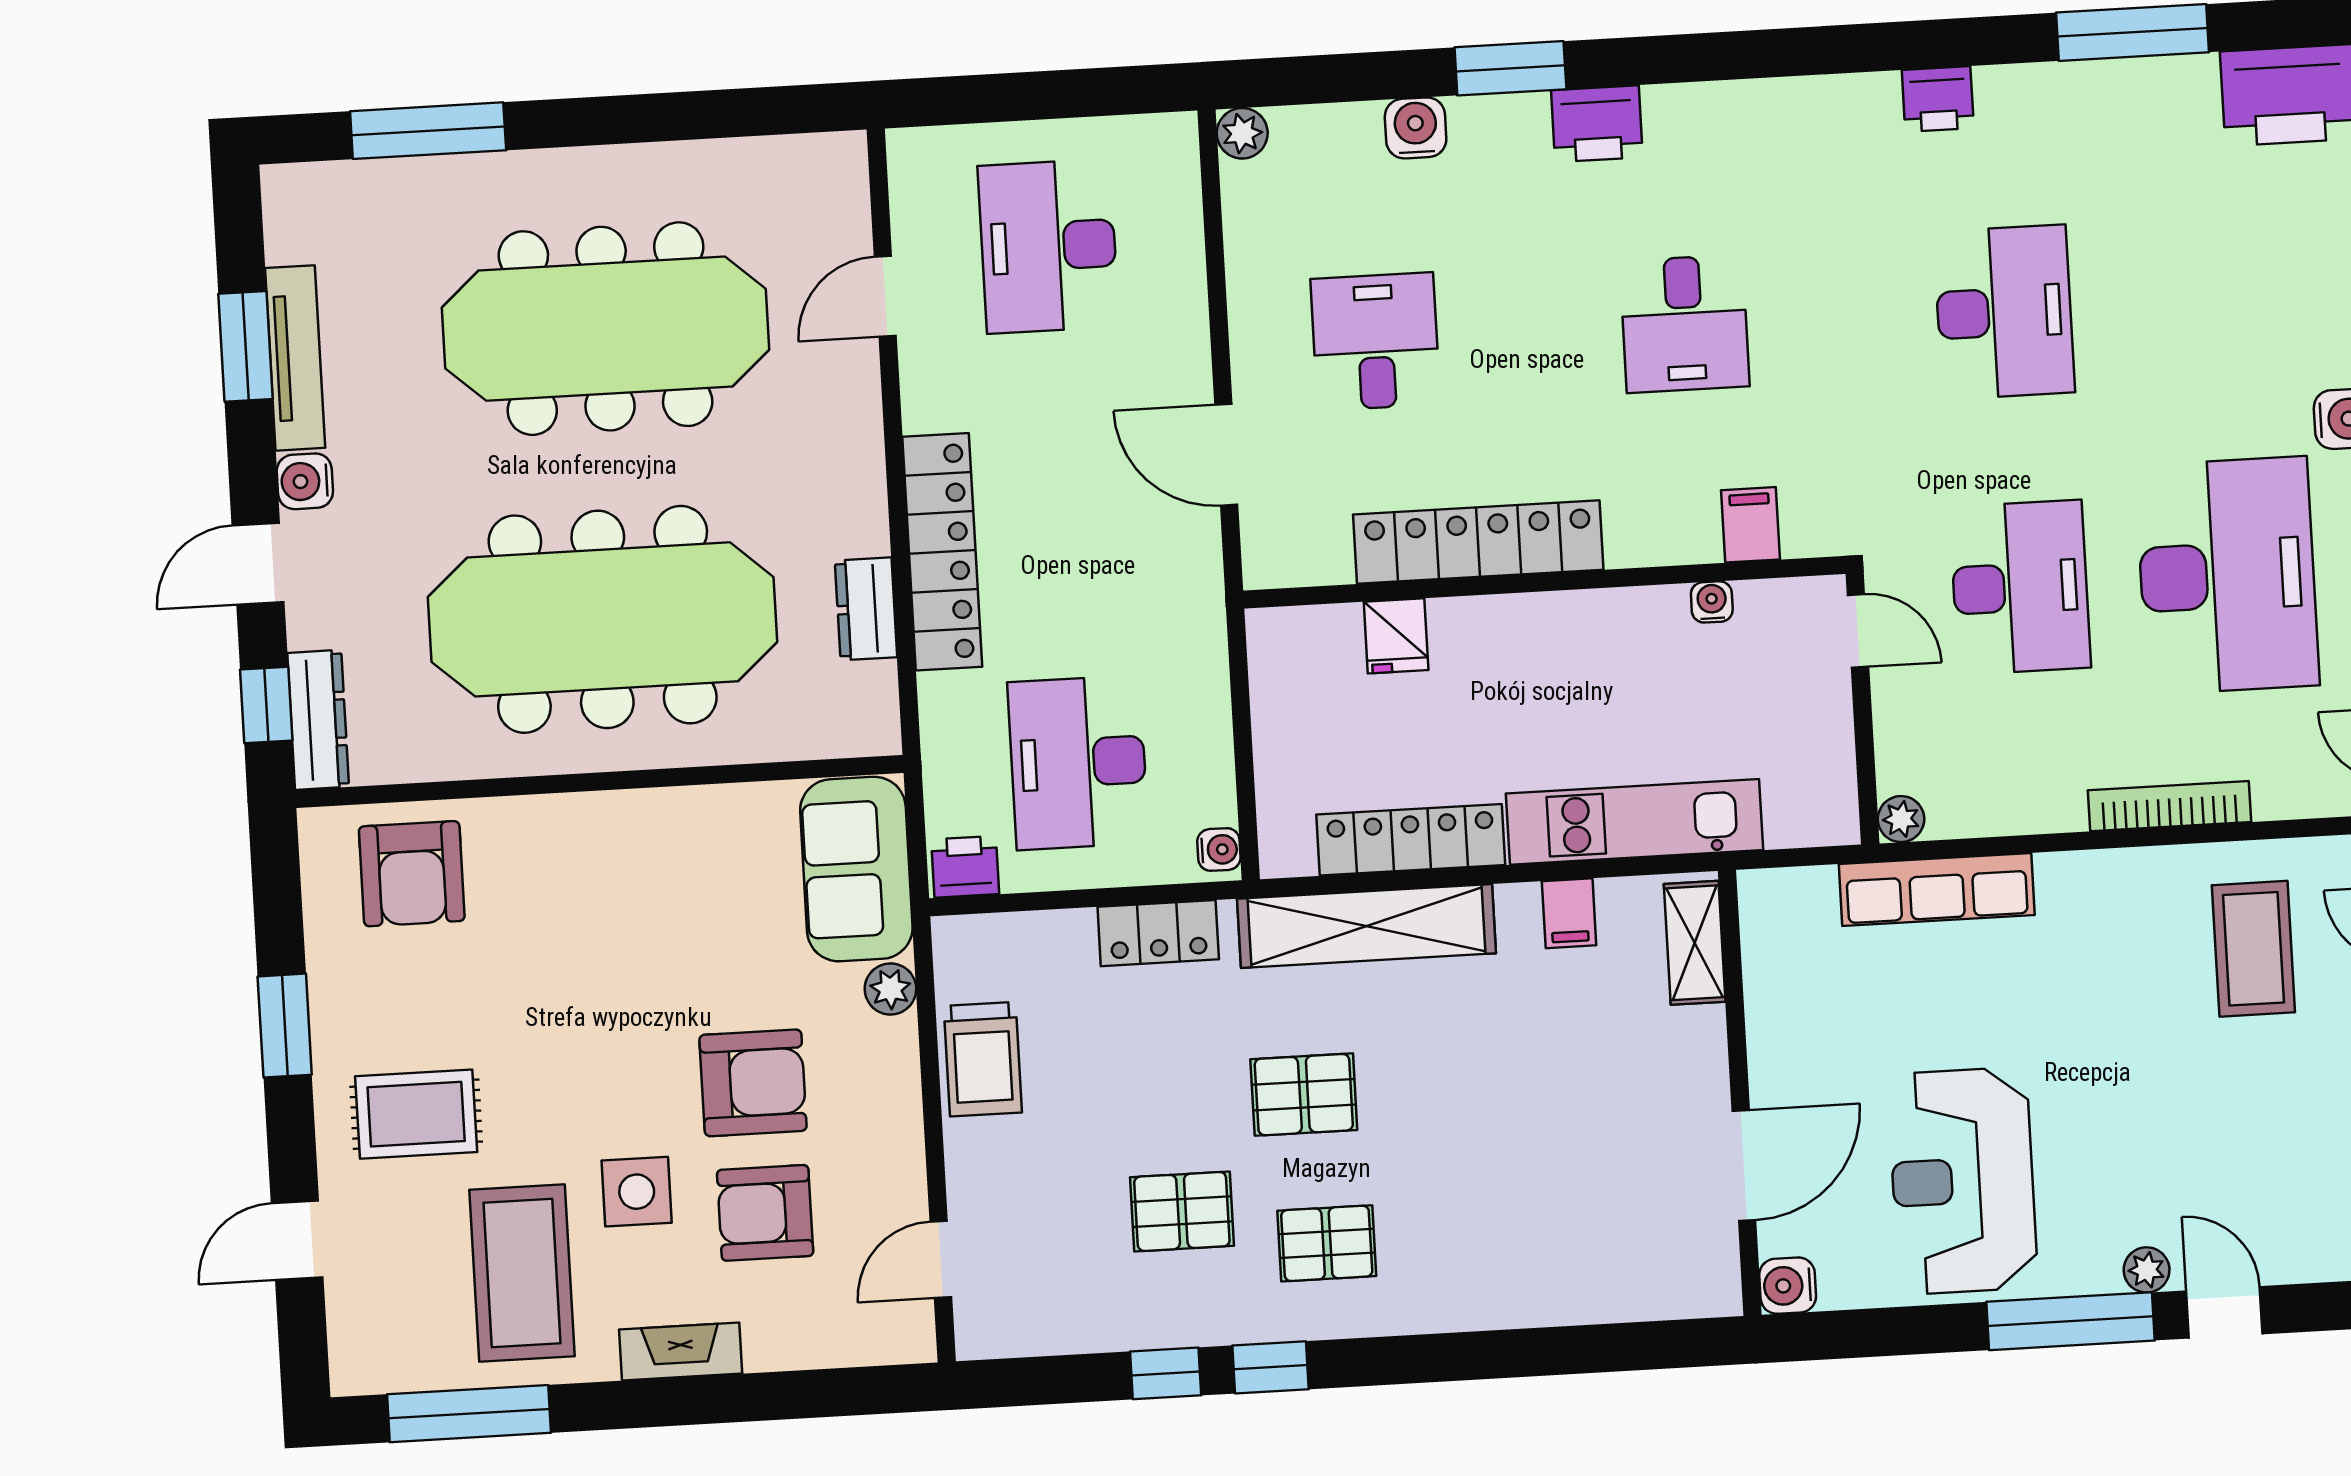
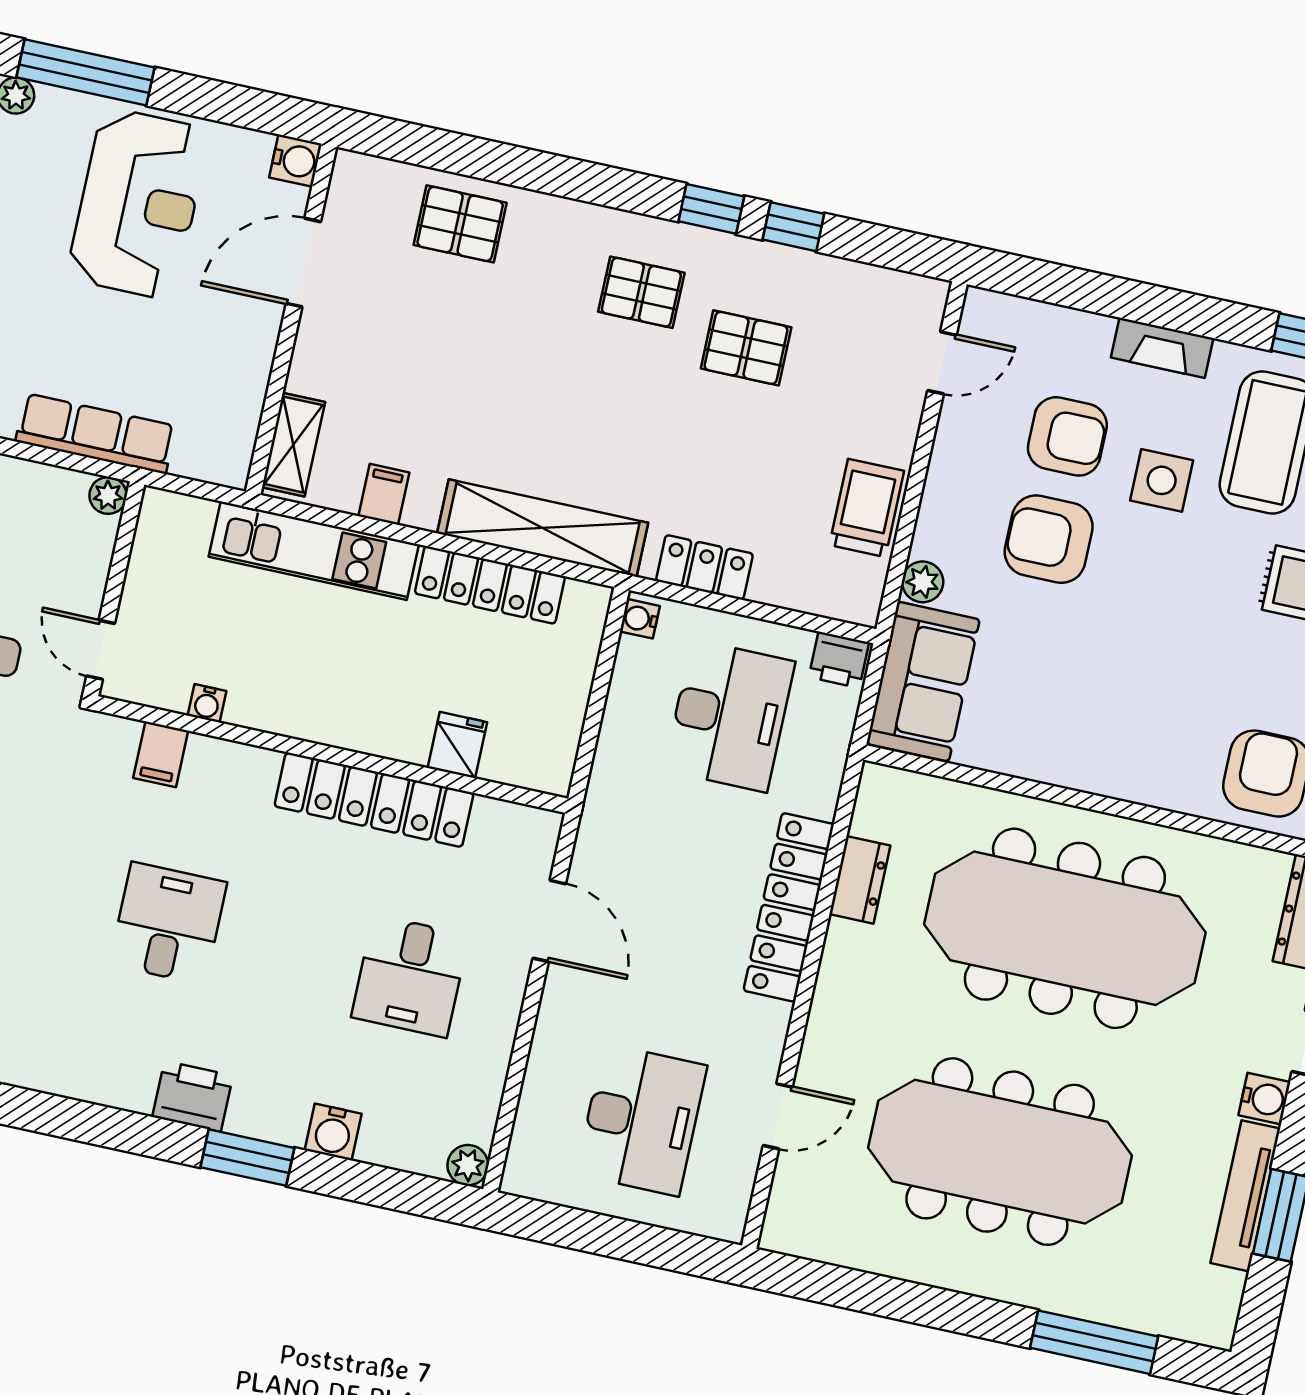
pallet: (1304, 1095) -> (460, 224), moved

